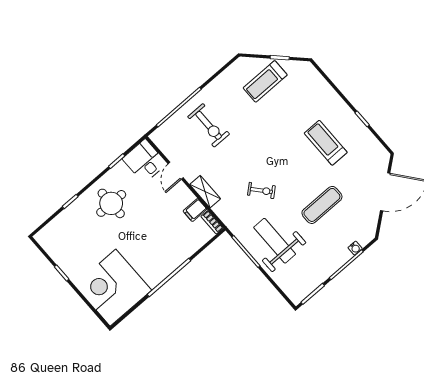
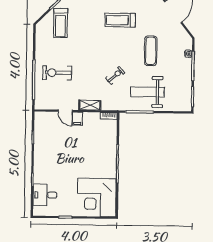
exercise bike: (209, 125) -> (57, 73), turned 180
desk: (145, 161) -> (45, 195), moved
round table: (111, 203) -> (52, 159), removed
filing cabinet: (195, 210) -> (77, 119), moved

